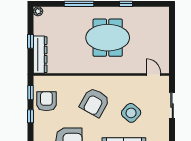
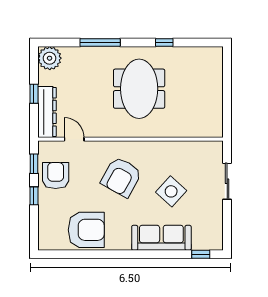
plant: (38, 11) -> (50, 58), width x1.87, depth x1.87
meeting table: (108, 38) -> (139, 89), turned 90
door: (153, 75) -> (74, 139), moved

